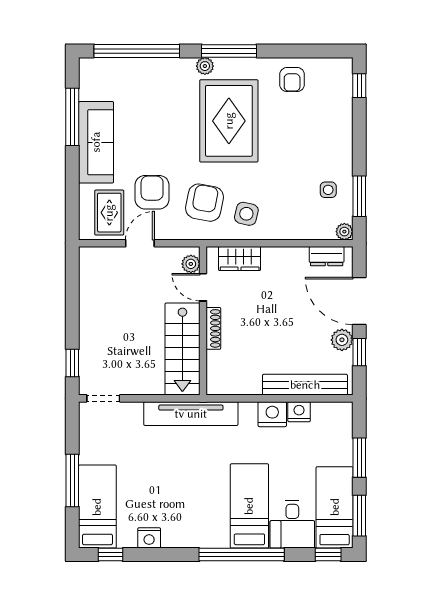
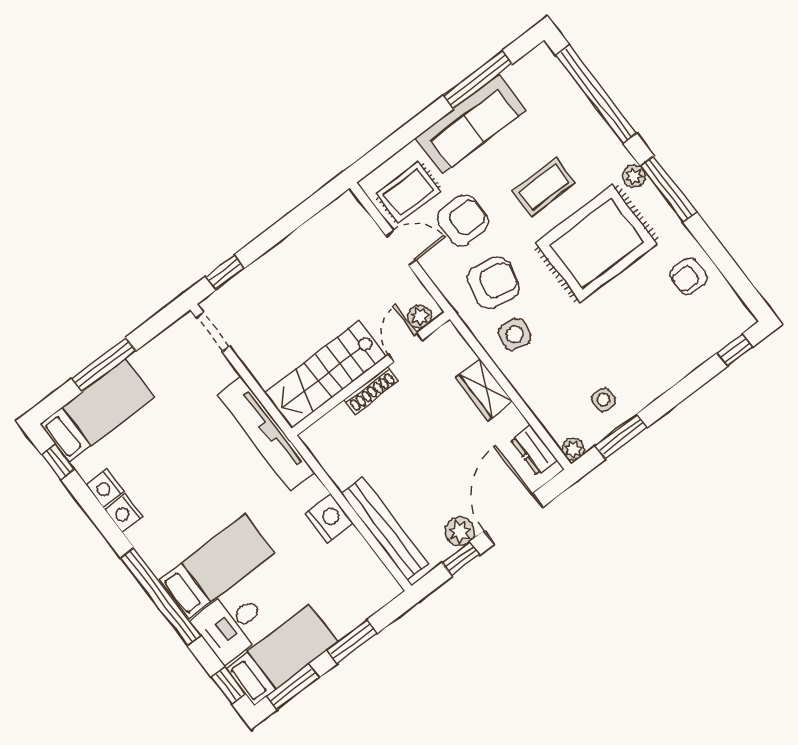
coffee table: (169, 127) -> (544, 187), added
wardrobe: (240, 259) -> (484, 390), moved
nightstand: (299, 412) -> (124, 513), moved, turned 180

